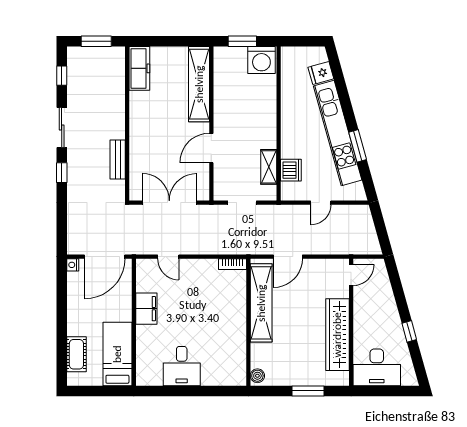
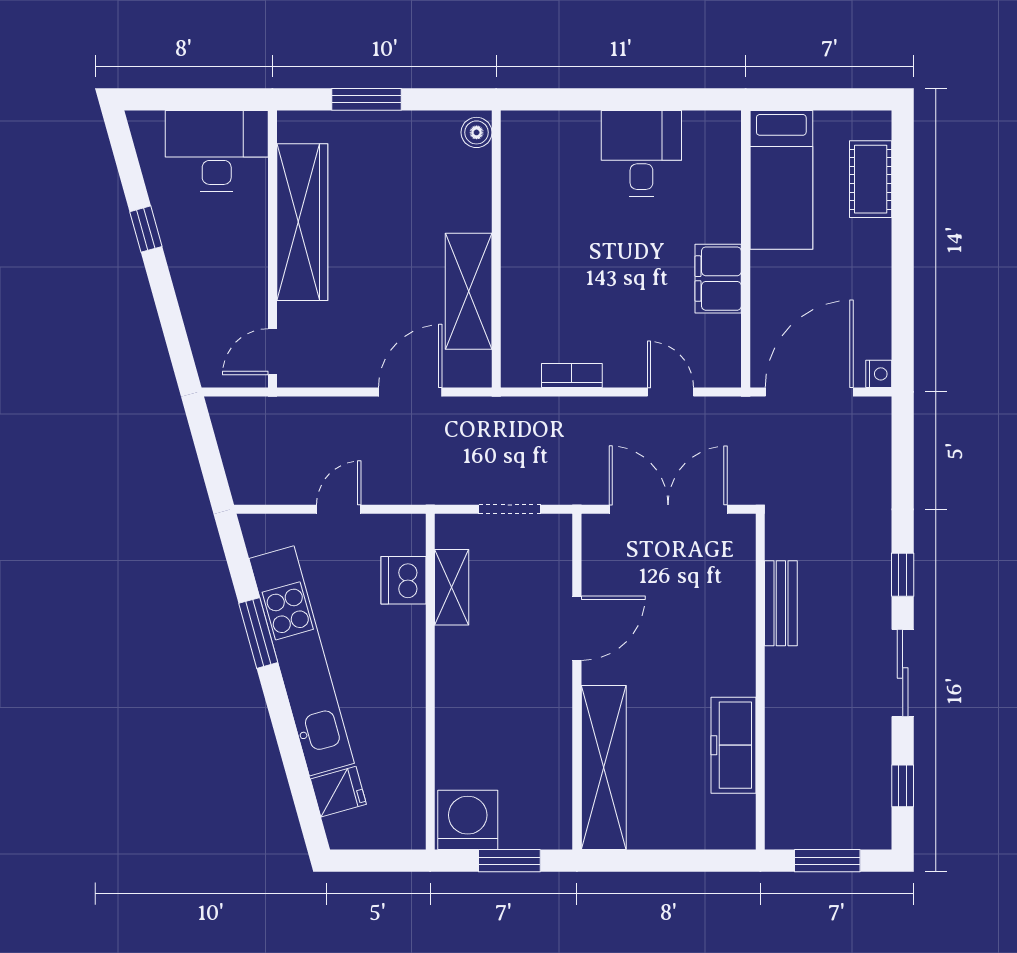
freezer: (139, 68) -> (734, 745), moved
double door: (169, 203) -> (668, 509), swing flipped
bookcase: (232, 264) -> (572, 376), moved
shelving: (261, 303) -> (469, 291), width x0.68

